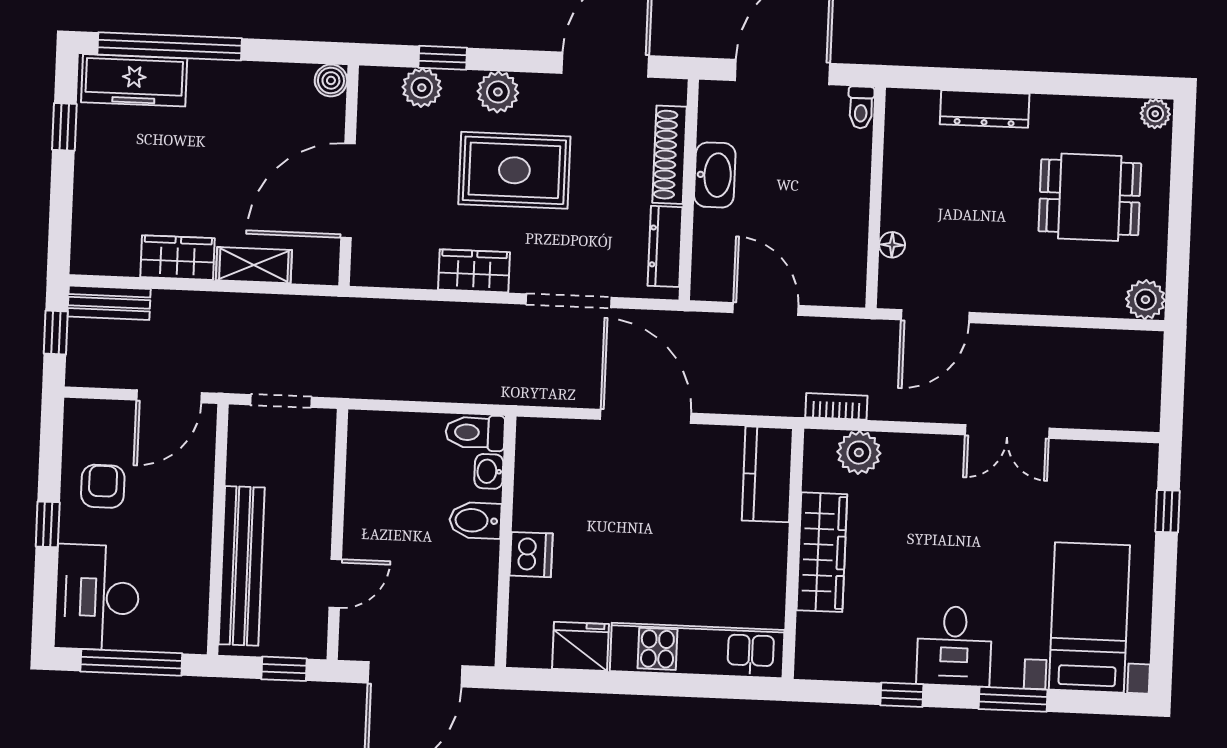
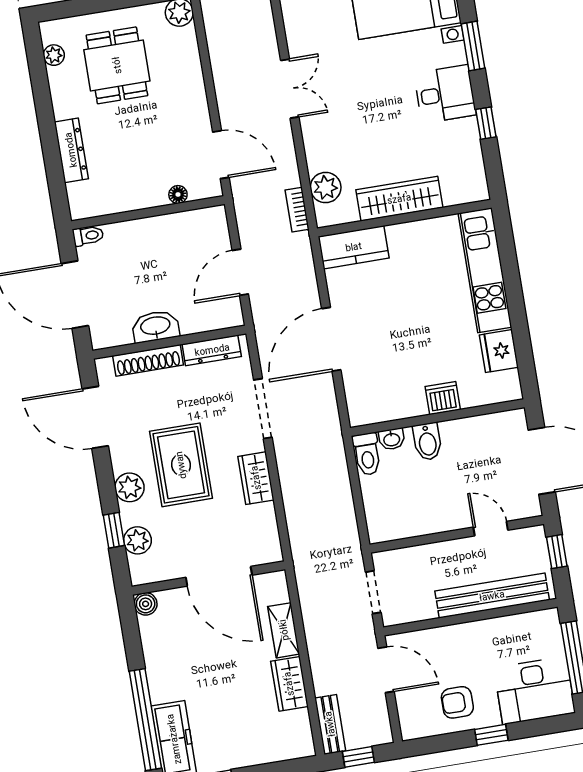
plant: (1155, 114) -> (54, 55), moved

